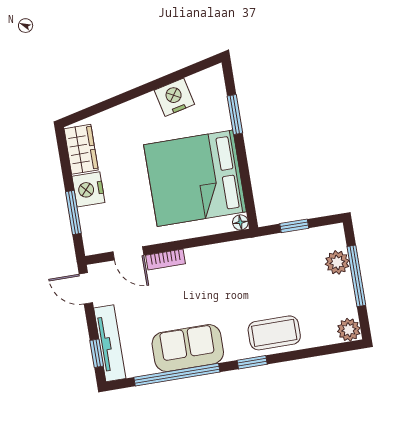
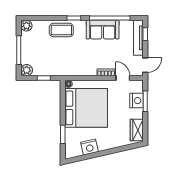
nightstand: (88, 189) -> (137, 101), moved
plant: (337, 262) -> (27, 70), moved
door: (86, 288) -> (145, 65), hinge flipped

